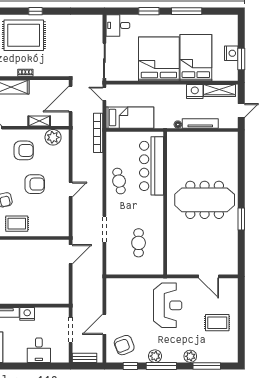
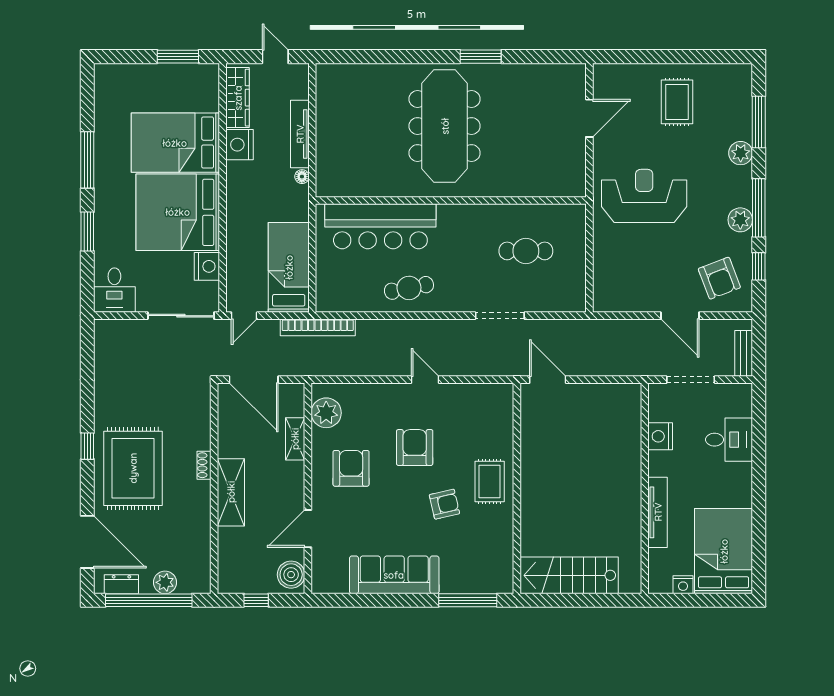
nightstand: (231, 53) -> (207, 266), moved, turned 90
nightstand: (27, 314) -> (660, 436), moved

